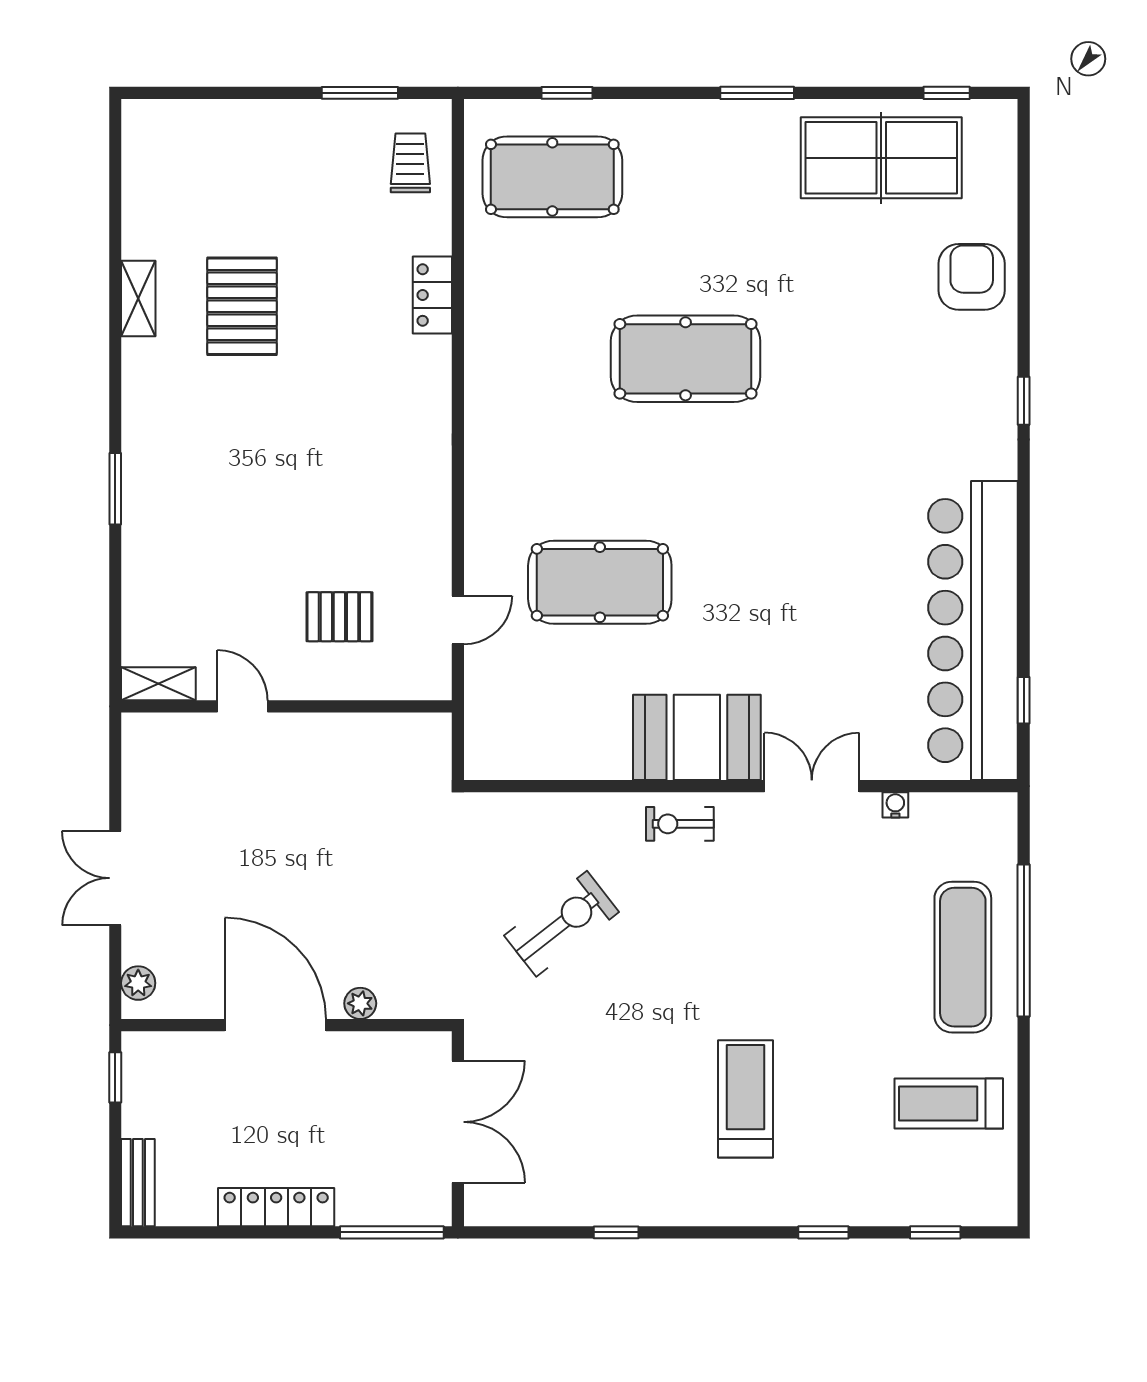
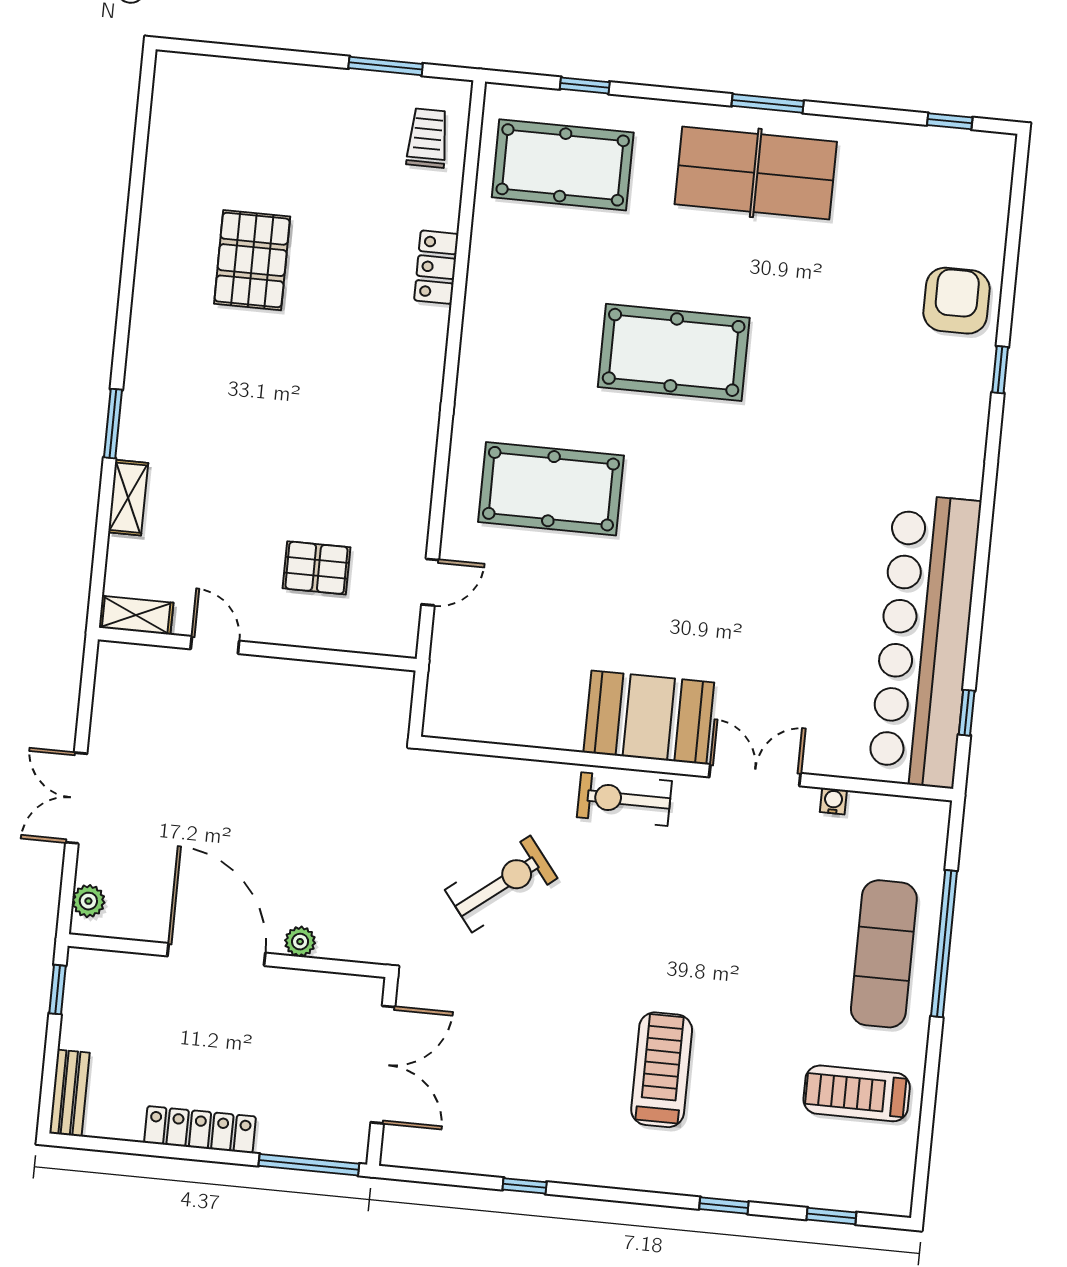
table tennis table: (881, 158) -> (756, 173), moved
shelving: (138, 298) -> (128, 498), moved
window: (1024, 401) -> (1000, 370), moved
pool table: (600, 582) -> (551, 489), moved
exercise bike: (680, 824) -> (624, 799), width x1.38, depth x1.39

